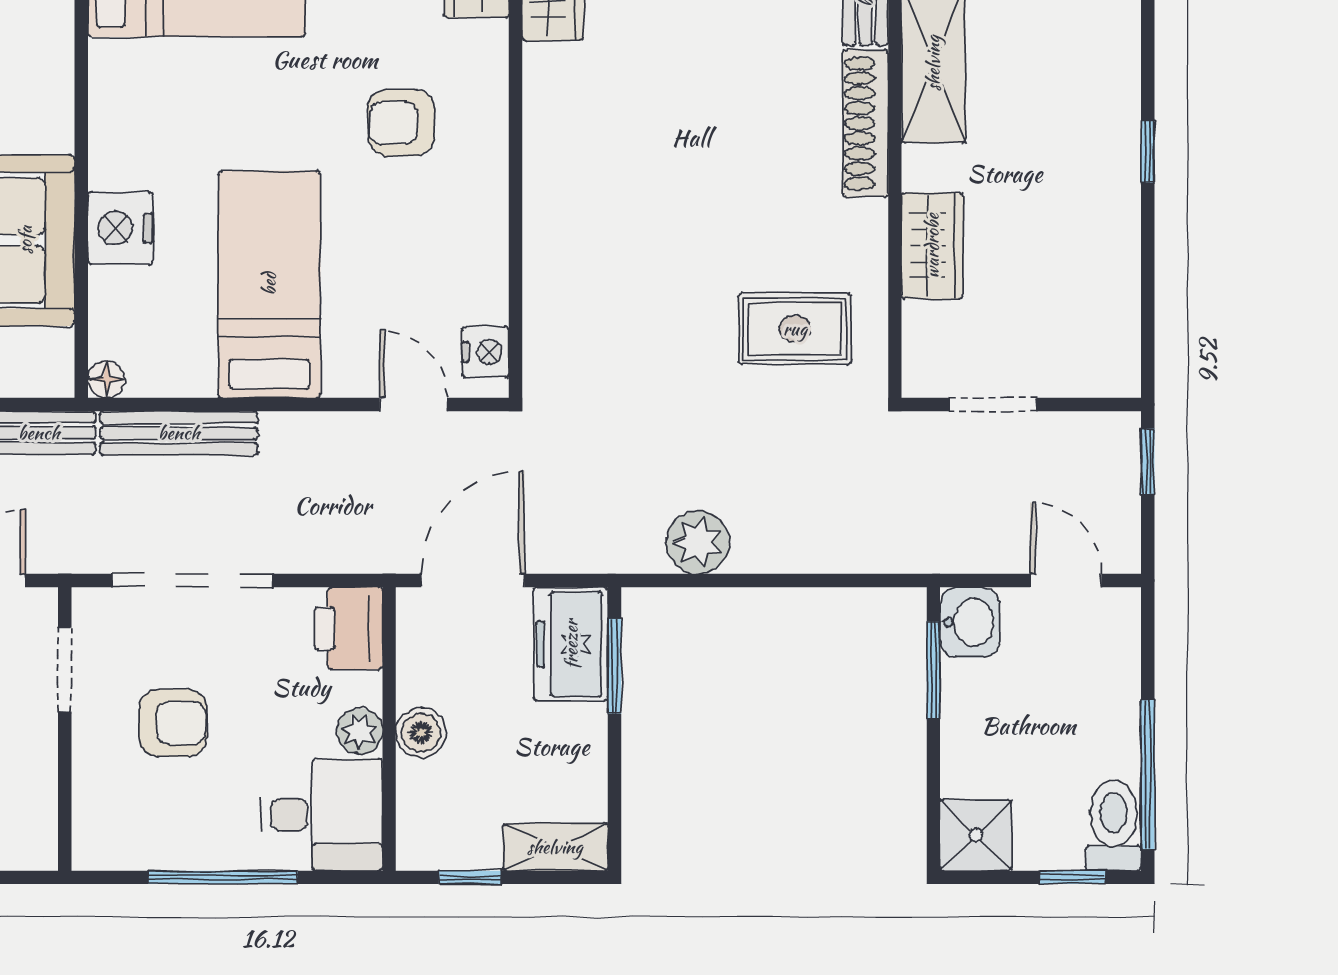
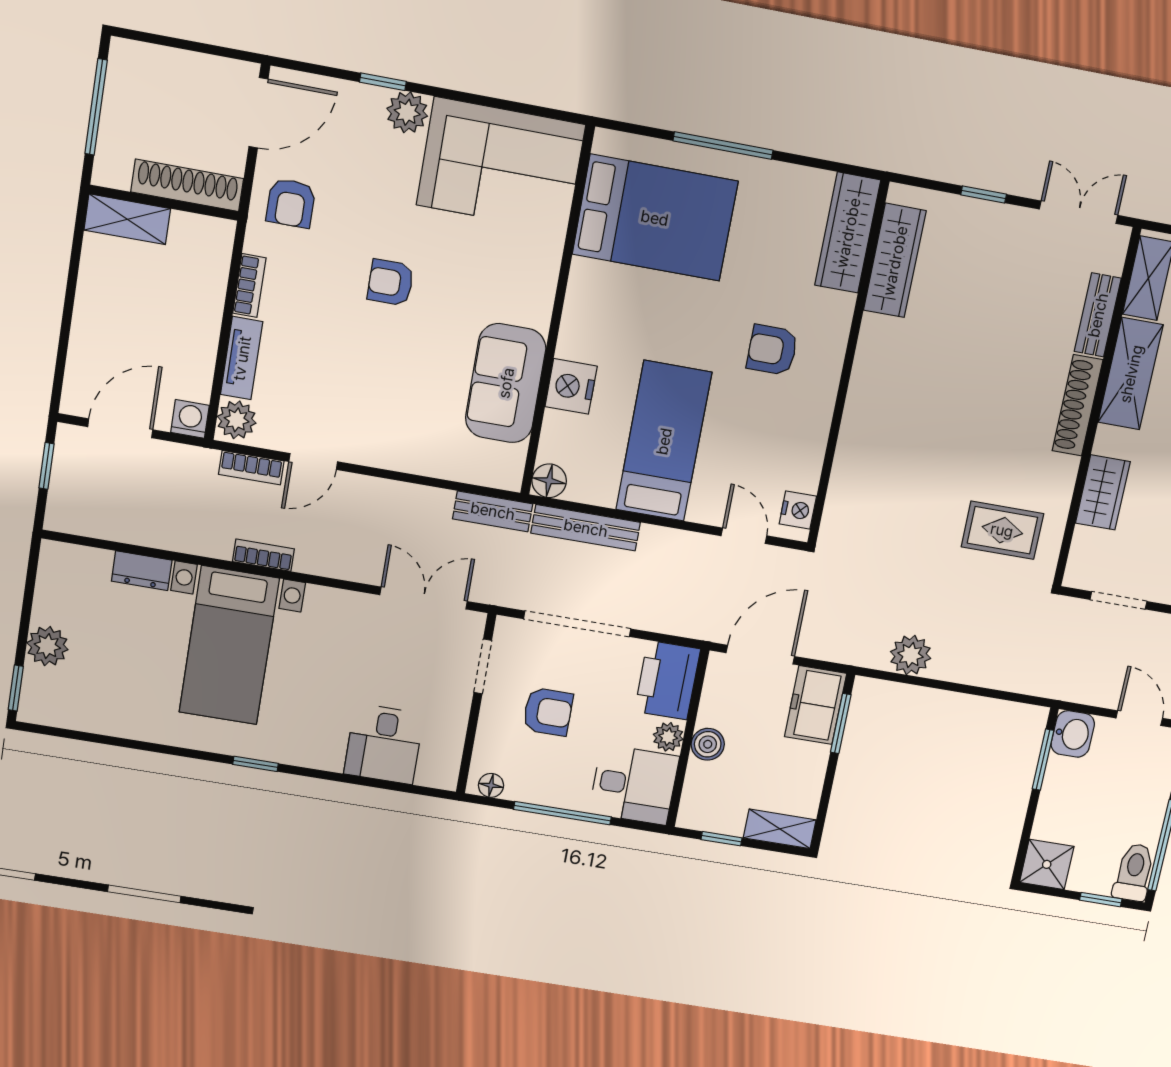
floor lamp: (106, 379) -> (549, 481), width x1.37, depth x1.37
printer: (348, 628) -> (667, 680), width x1.37, depth x1.19
floor lamp: (108, 852) -> (491, 785), added

